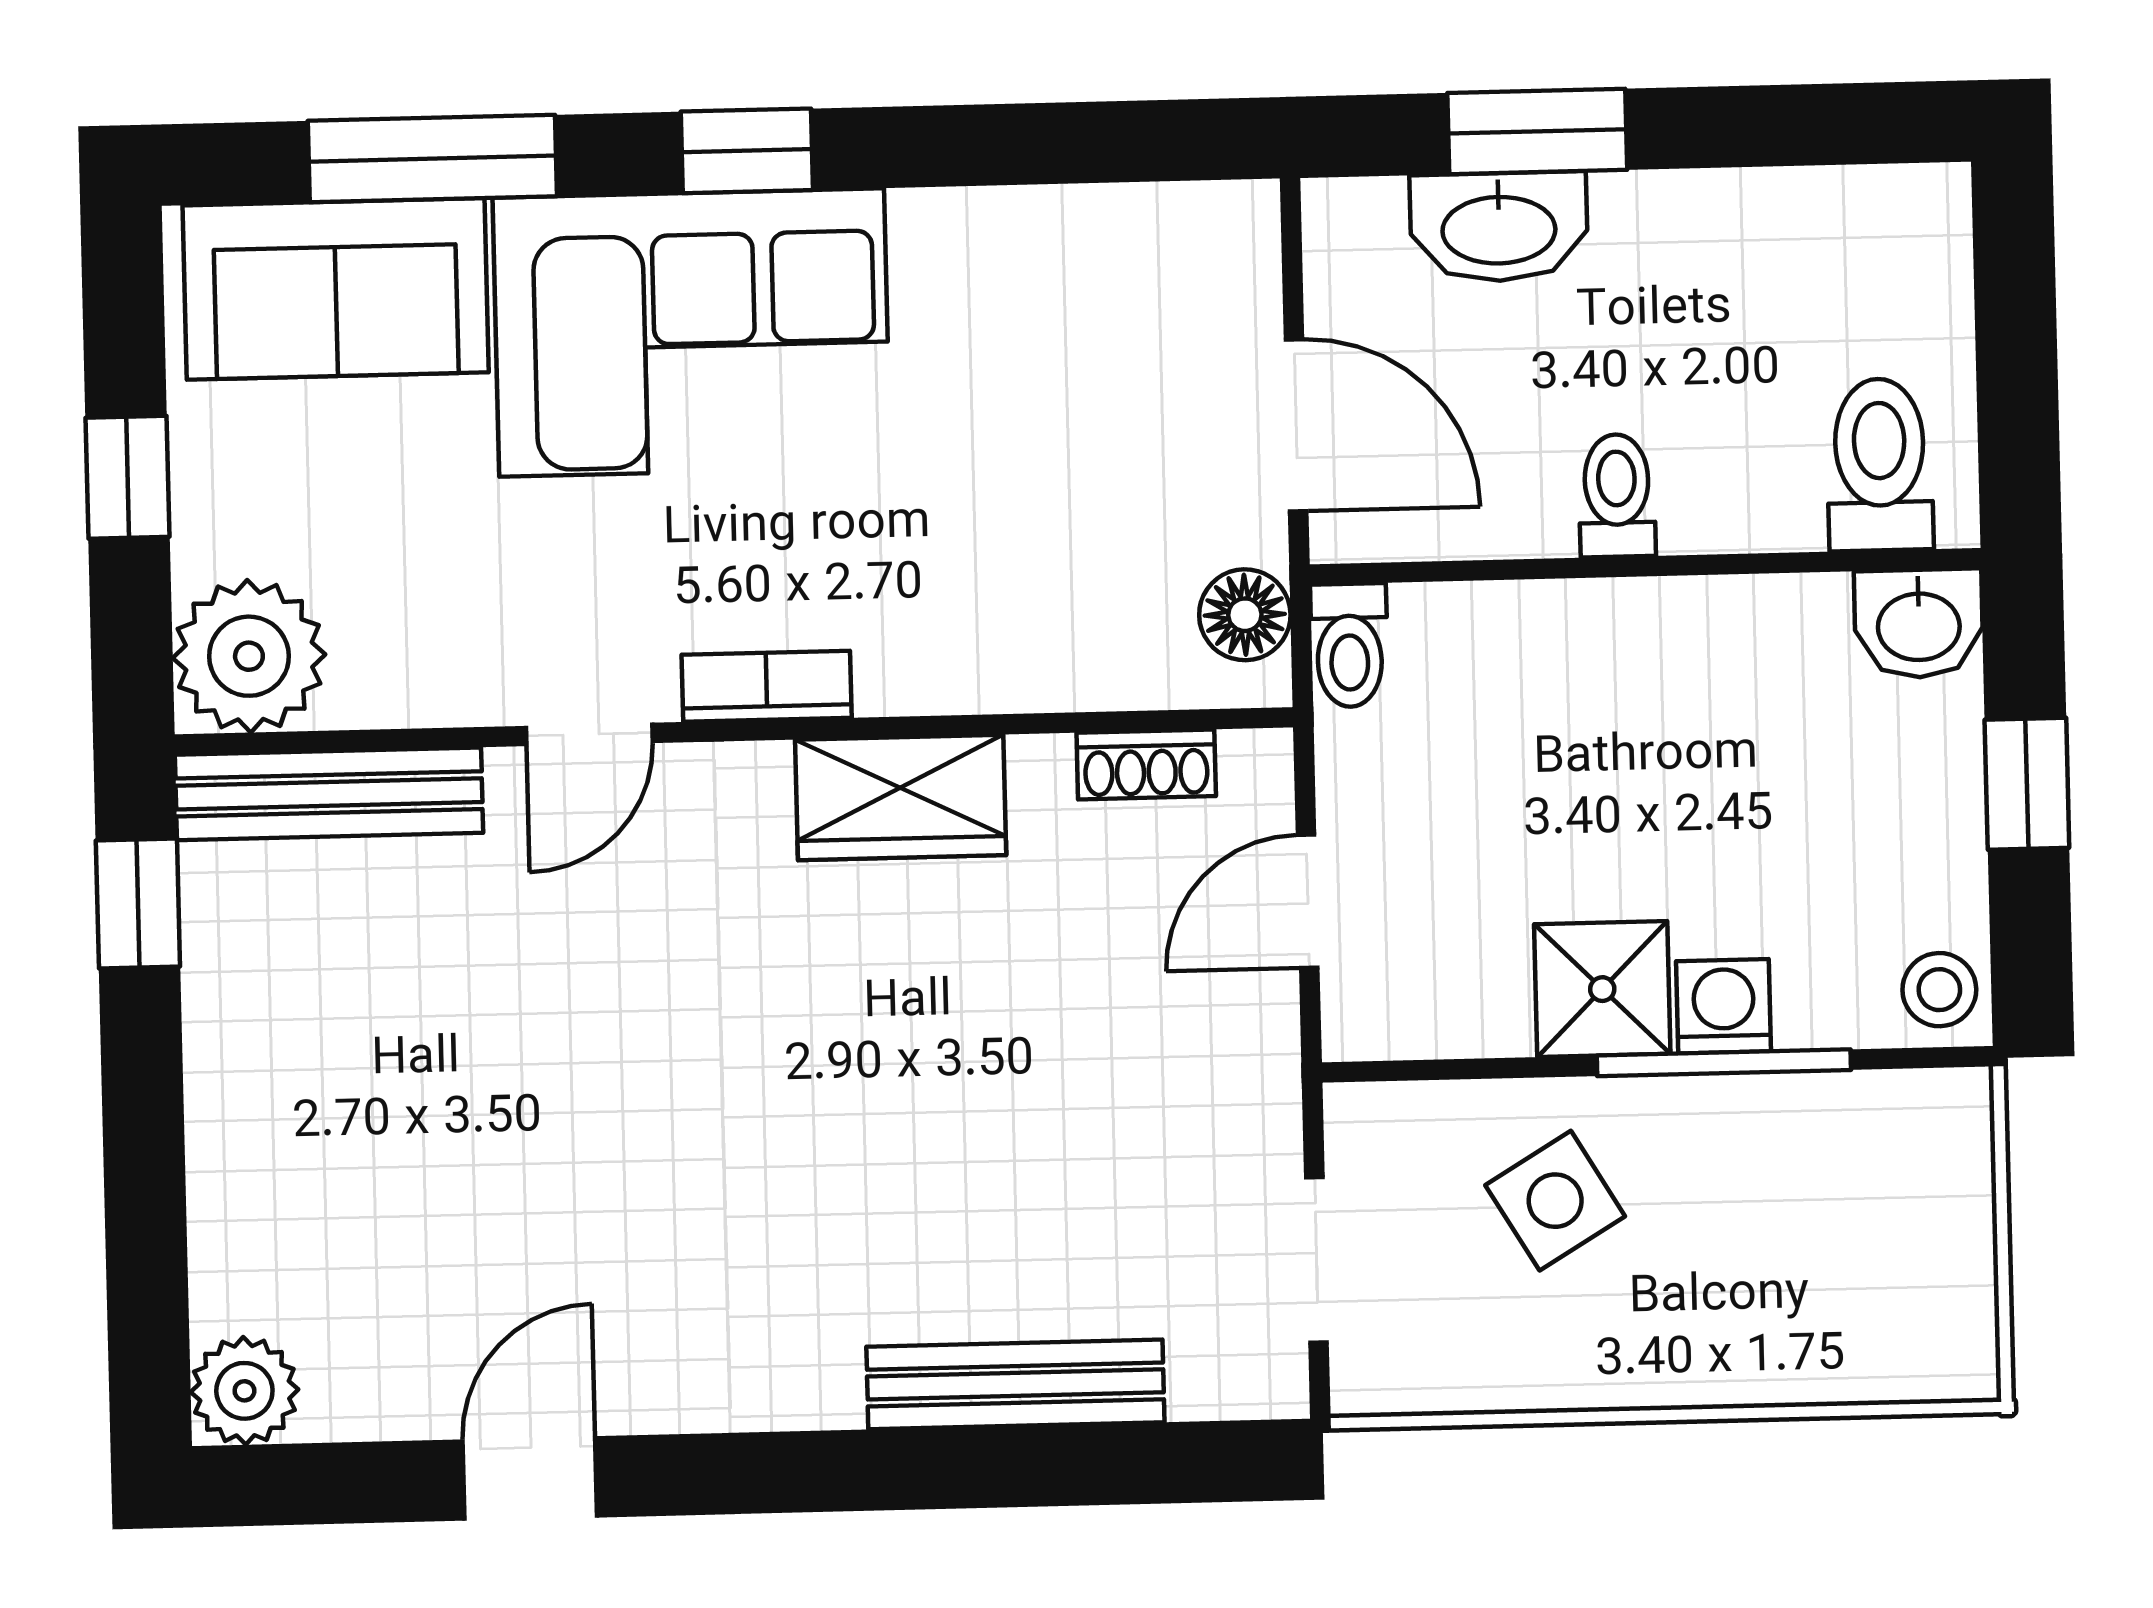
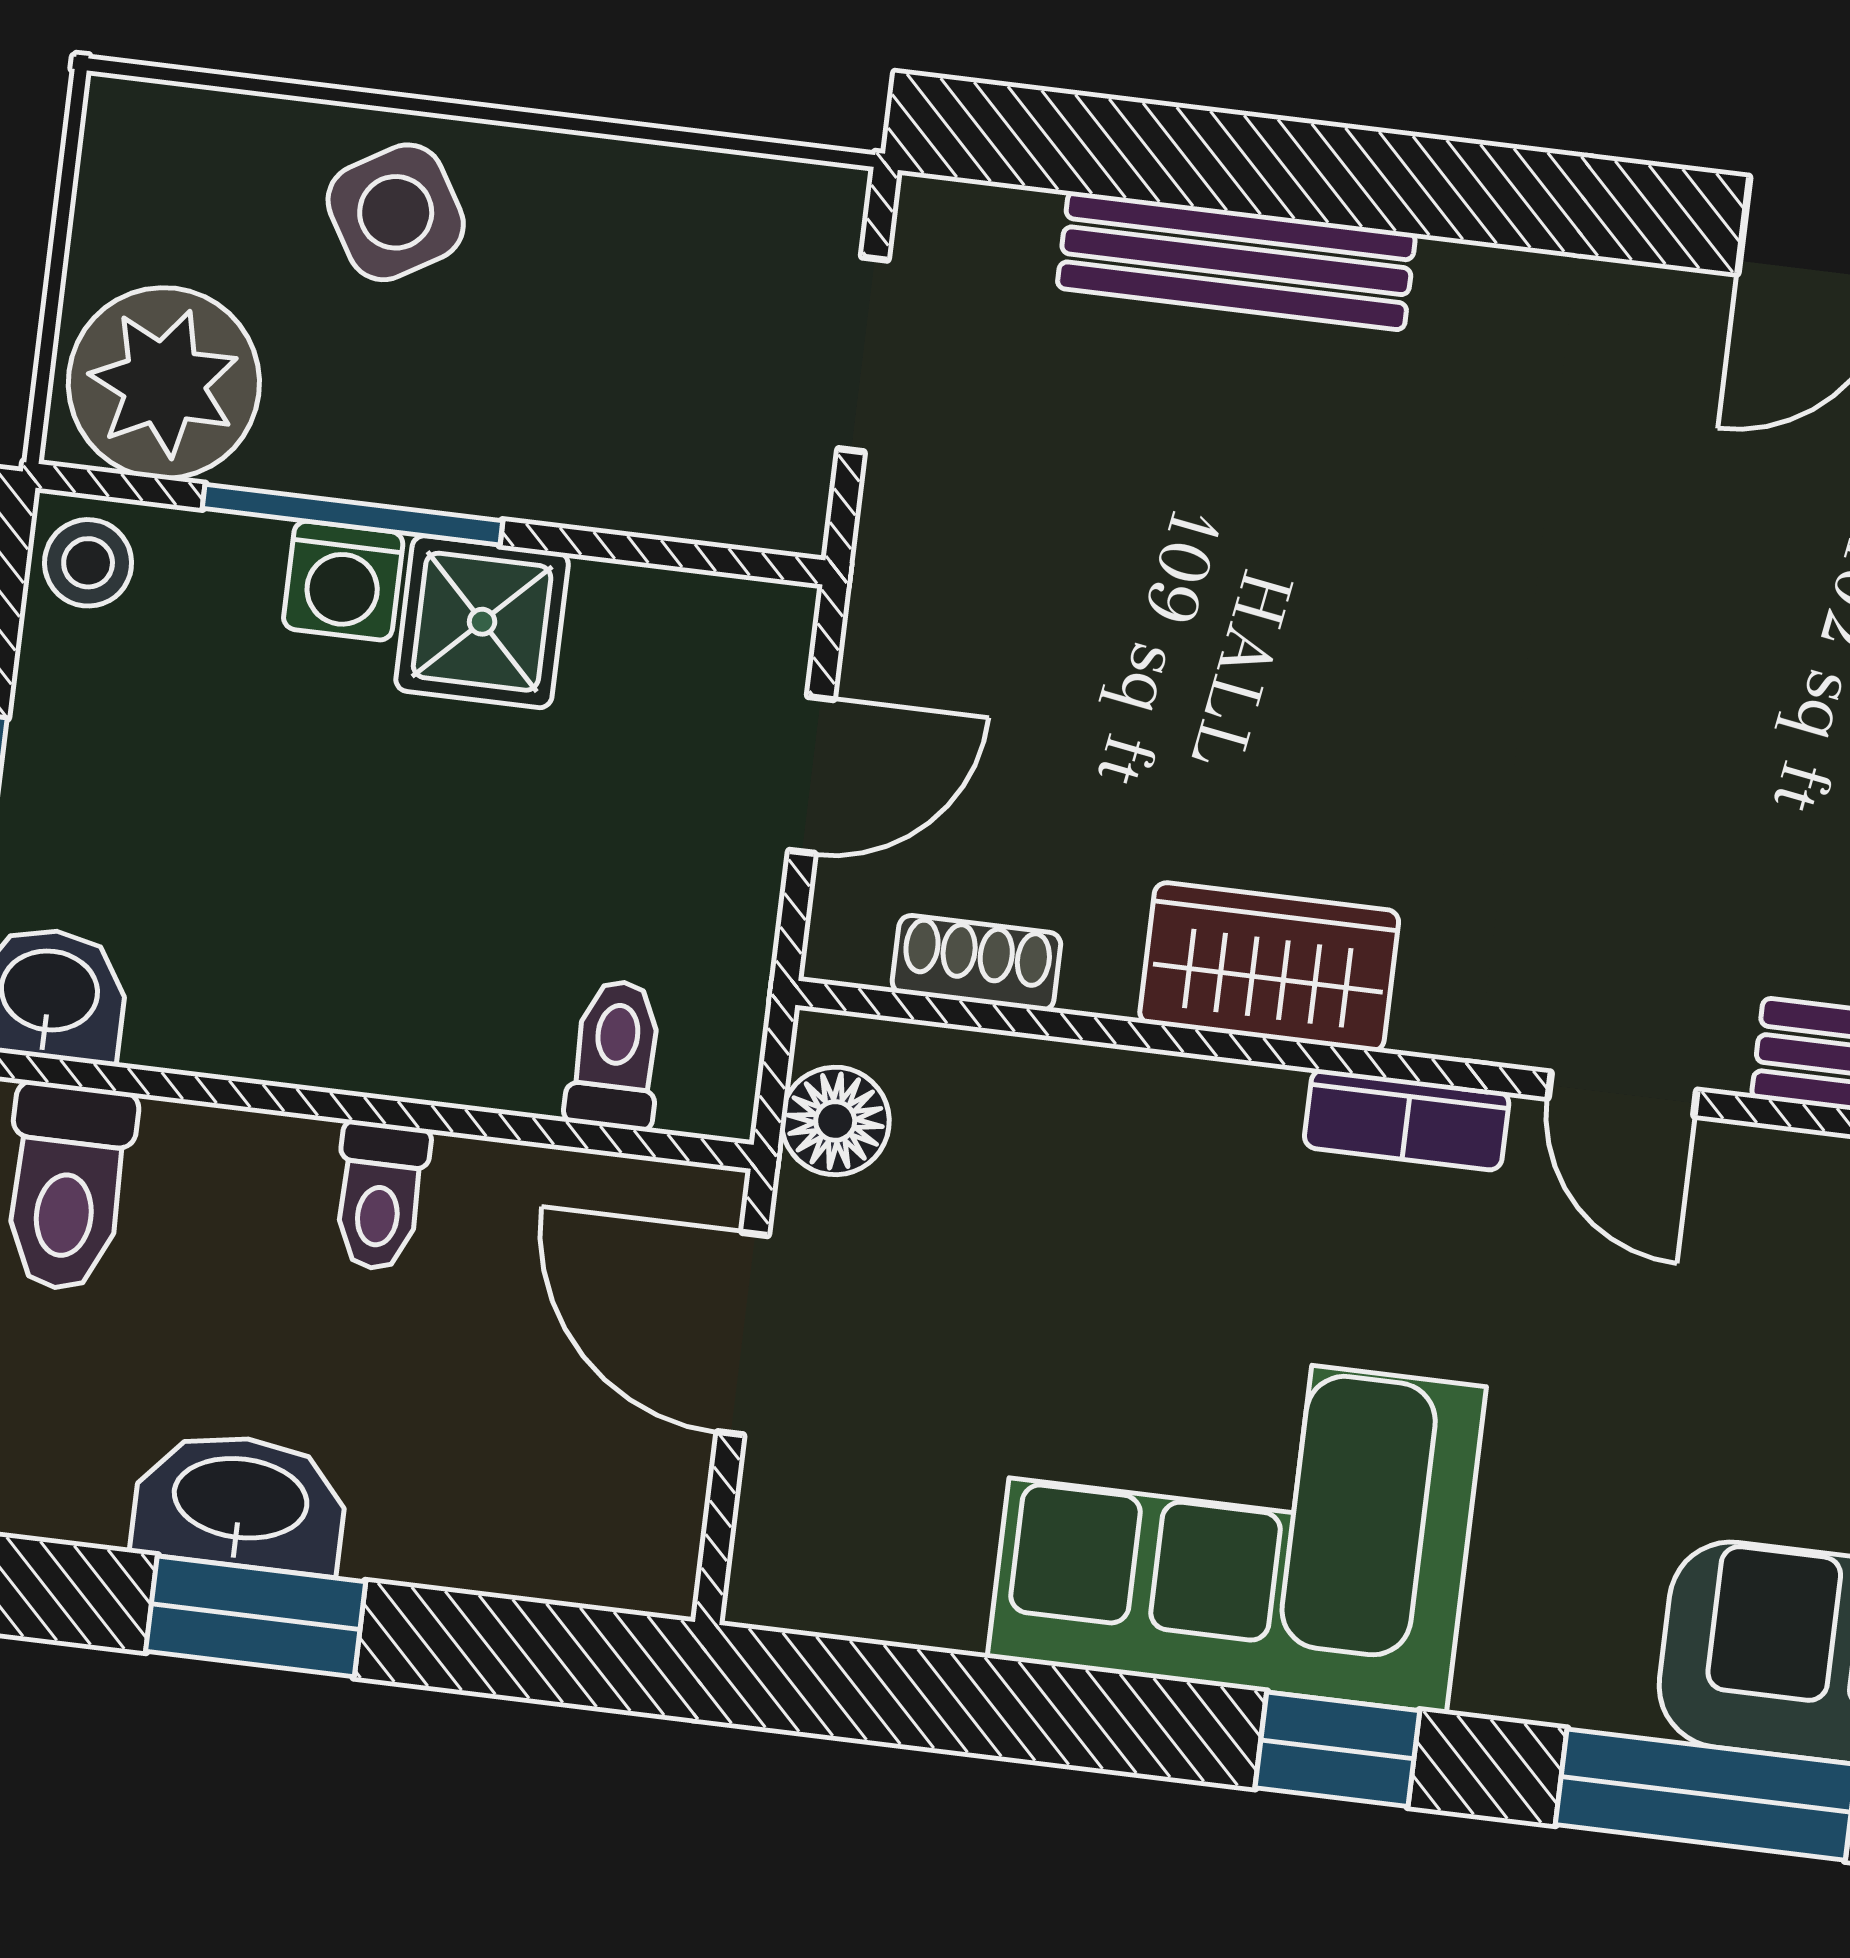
window: (1537, 131) -> (256, 1616), moved
washbasin: (1499, 227) -> (240, 1502), moved
corner sofa: (692, 333) -> (1237, 1522), moved
toilet: (1349, 645) -> (615, 1055), moved
door: (589, 734) -> (1622, 1094), swing flipped
plant: (1898, 1150) -> (164, 383), added
side table: (1555, 1201) -> (396, 212), moved

